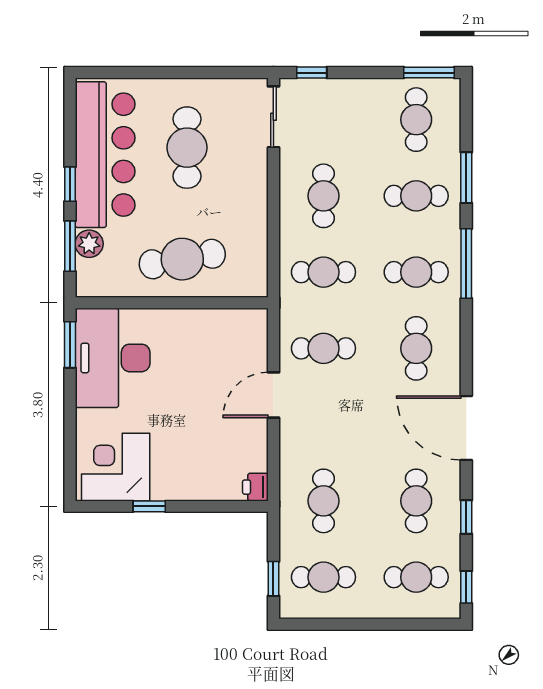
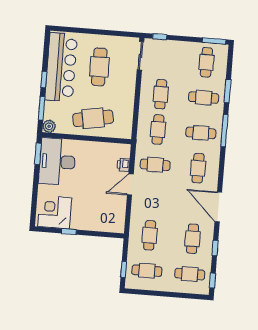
plant: (89, 244) -> (49, 126), moved
cafe table: (323, 272) -> (158, 130), turned 90
printer: (255, 487) -> (123, 165), moved

